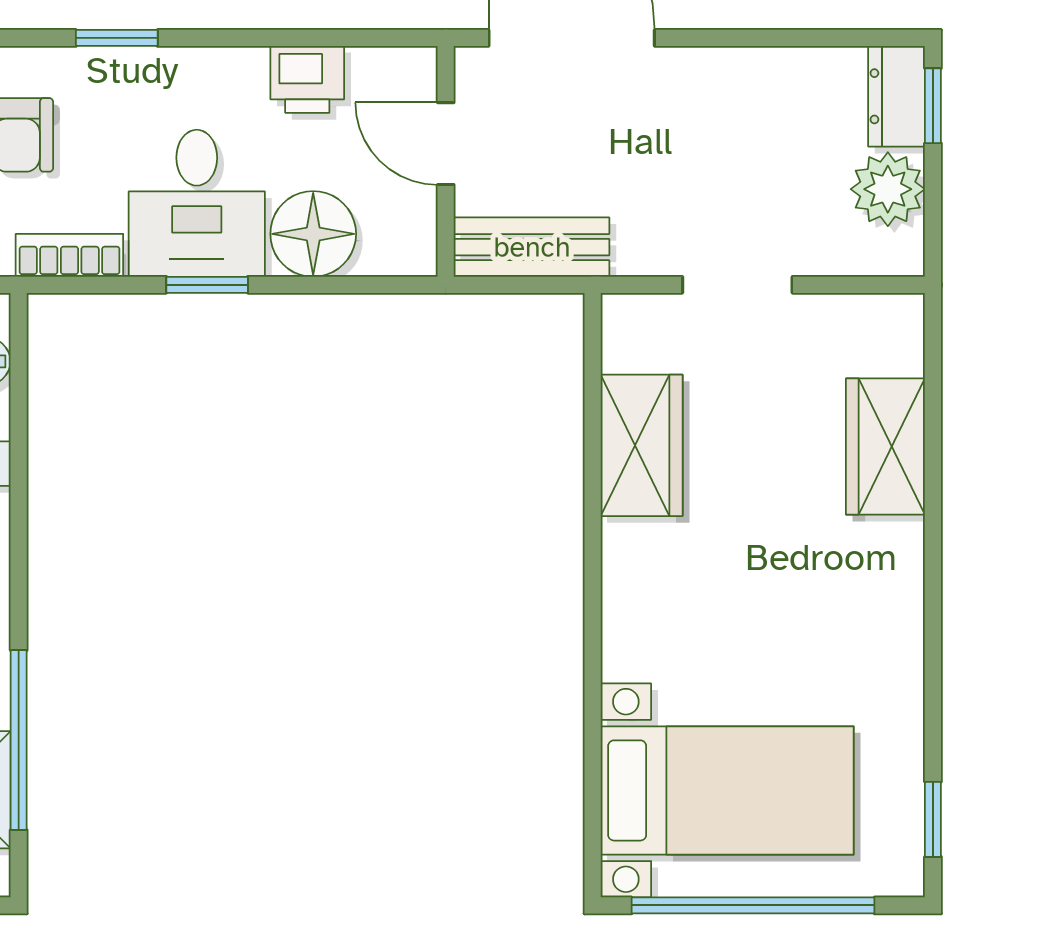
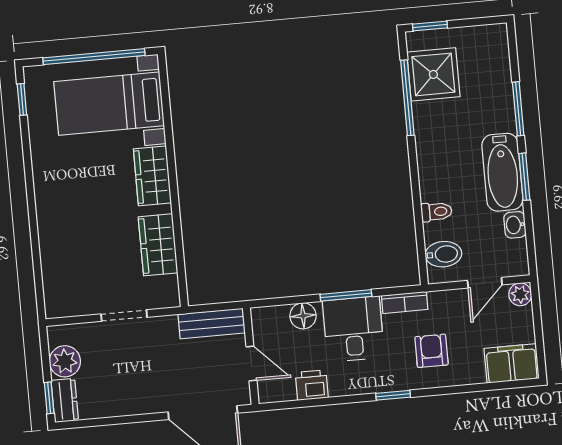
floor lamp: (313, 234) -> (303, 316), width x0.73, depth x0.73
window: (207, 285) -> (346, 295), width x1.50
wardrobe: (885, 447) -> (152, 176), moved, turned 180

